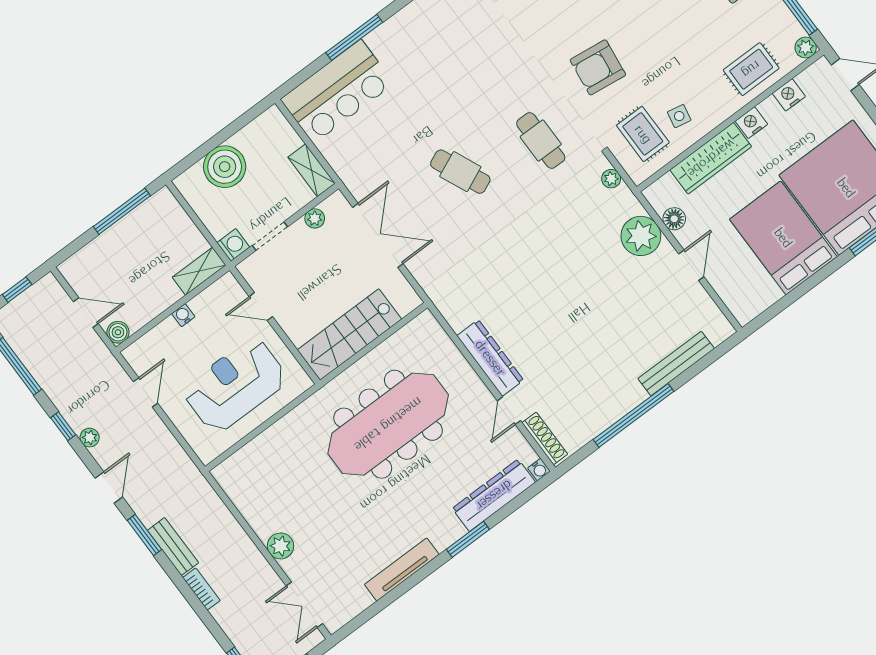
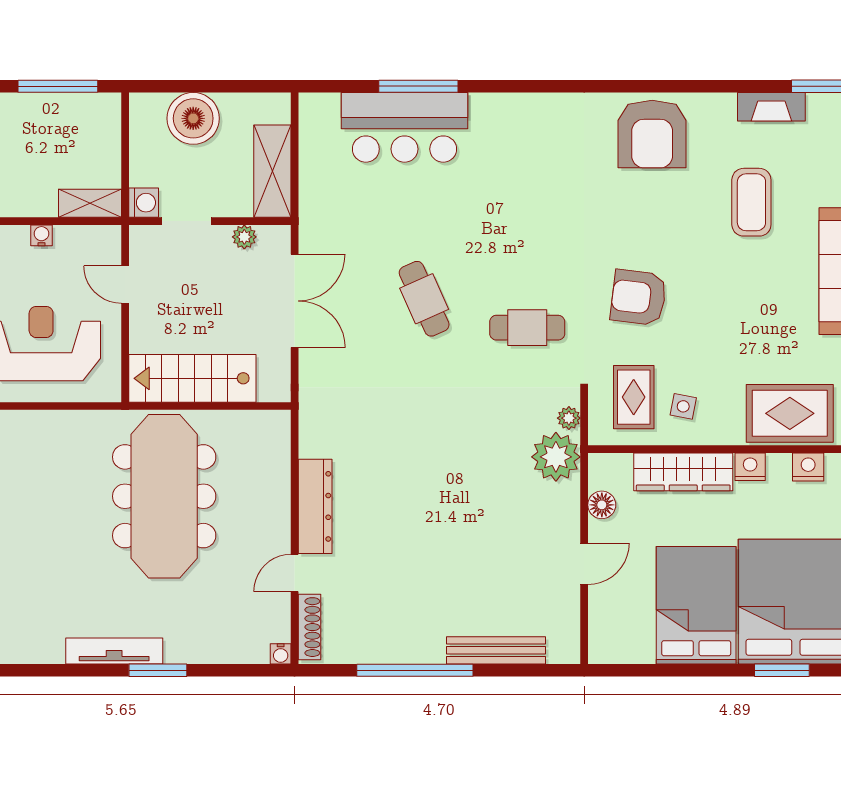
rug: (751, 69) -> (790, 413), width x1.36, depth x1.43
bar counter: (337, 91) -> (405, 127), moved
cafe table: (541, 141) -> (527, 328), turned 90
shelving: (311, 170) -> (272, 171), width x1.50, depth x1.33
plant: (641, 236) -> (556, 457), moved
meeting table: (388, 424) -> (164, 496), turned 90
dresser: (494, 495) -> (216, 646), removed
tv unit: (402, 569) -> (114, 651), moved

